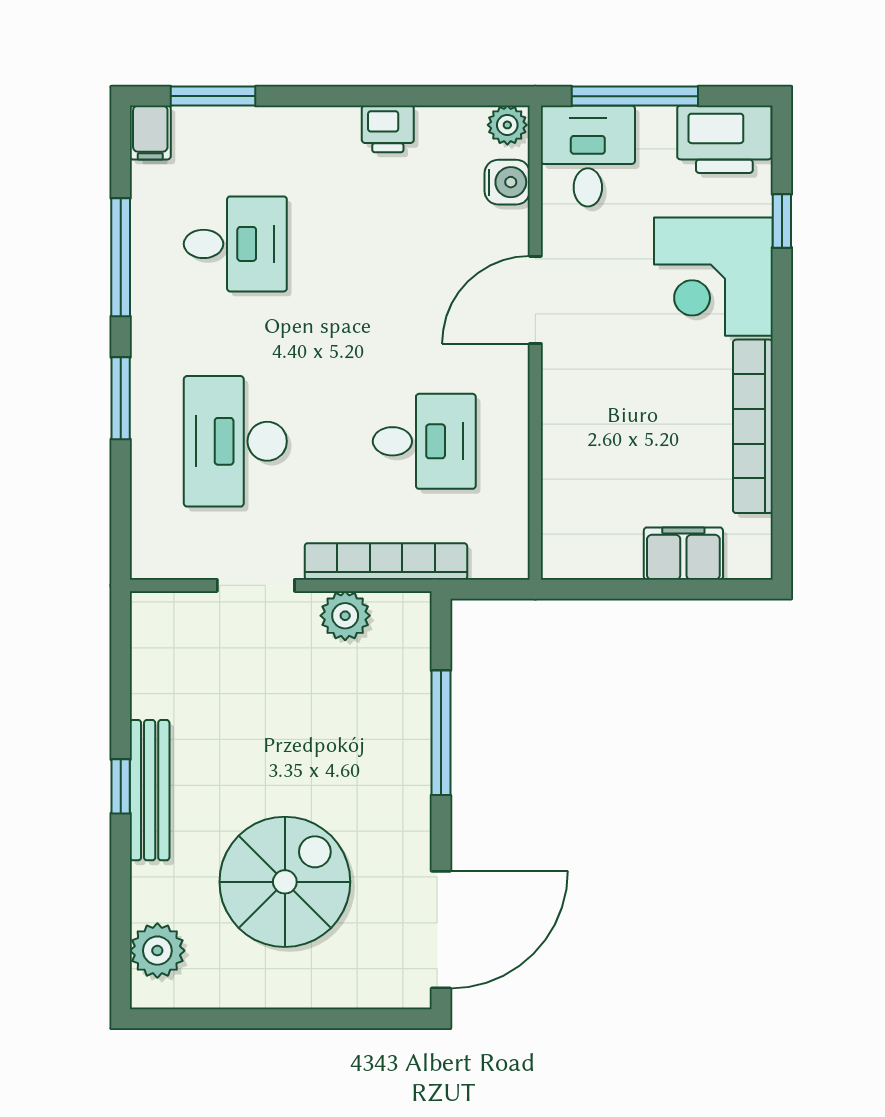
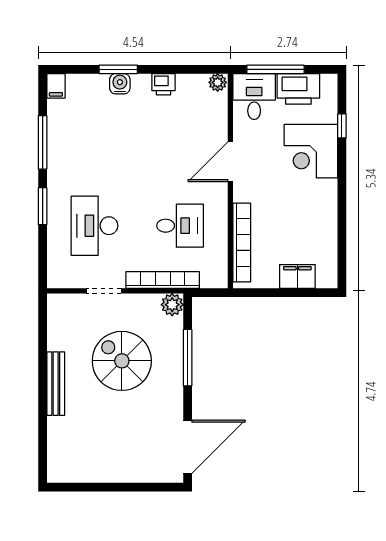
window: (213, 96) -> (118, 69), moved
printer: (724, 139) -> (298, 89), moved
water cooler: (507, 182) -> (120, 84), moved, turned -90
desk: (235, 244) -> (95, 136), removed
bookcase: (753, 426) -> (242, 242), moved, turned 180
plant: (345, 616) -> (172, 305), moved
window: (121, 786) -> (43, 382), removed
spiral stairs: (285, 882) -> (122, 361), moved, turned -90
plant: (157, 951) -> (59, 456), removed

